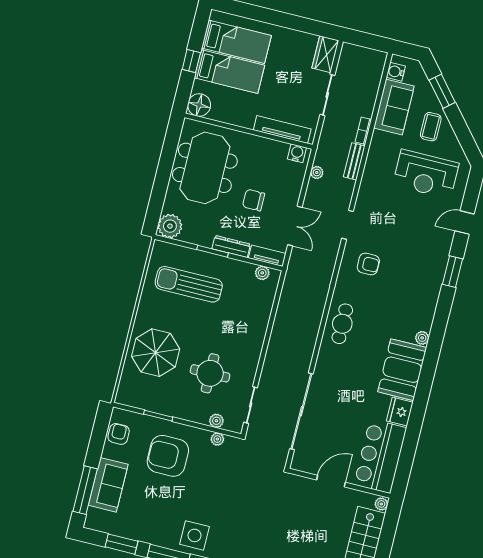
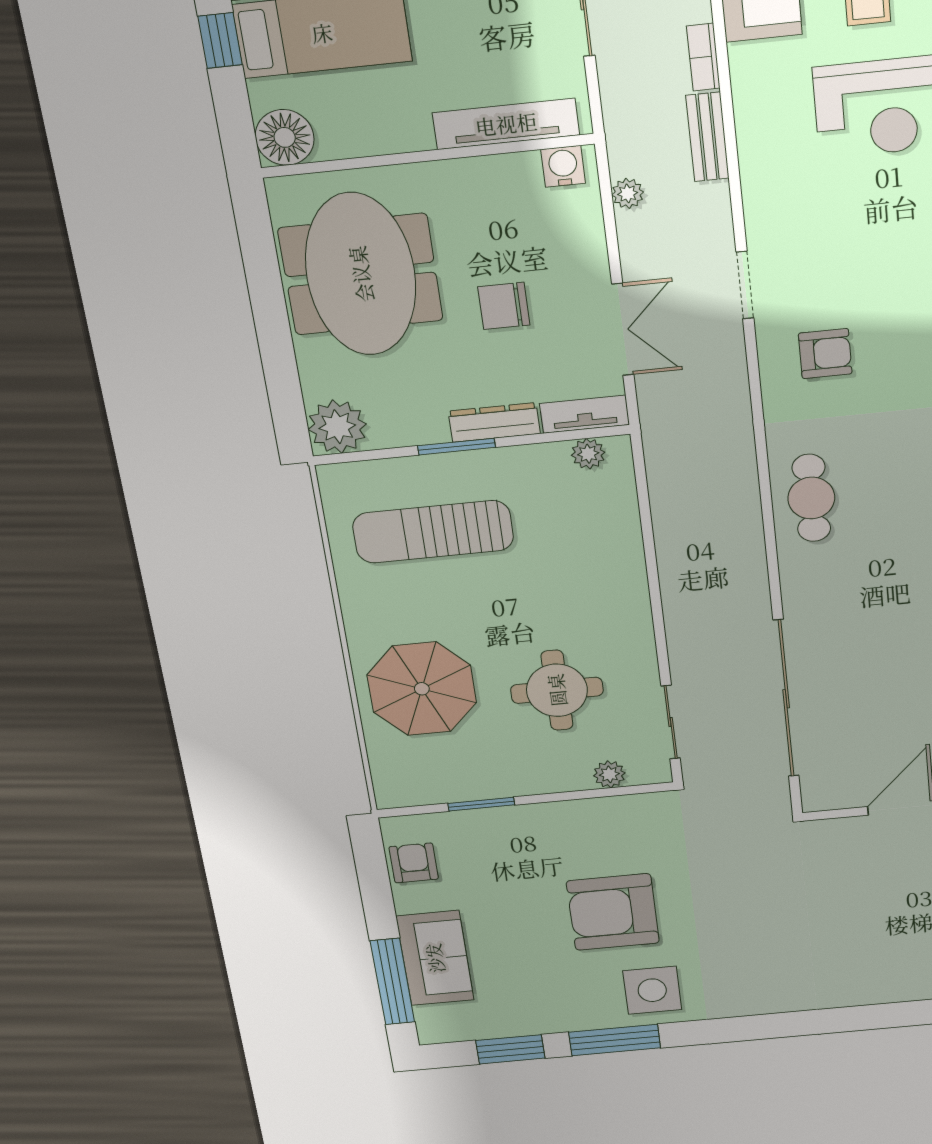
plant: (217, 439) -> (626, 807), removed
armchair: (168, 456) -> (613, 912), moved

